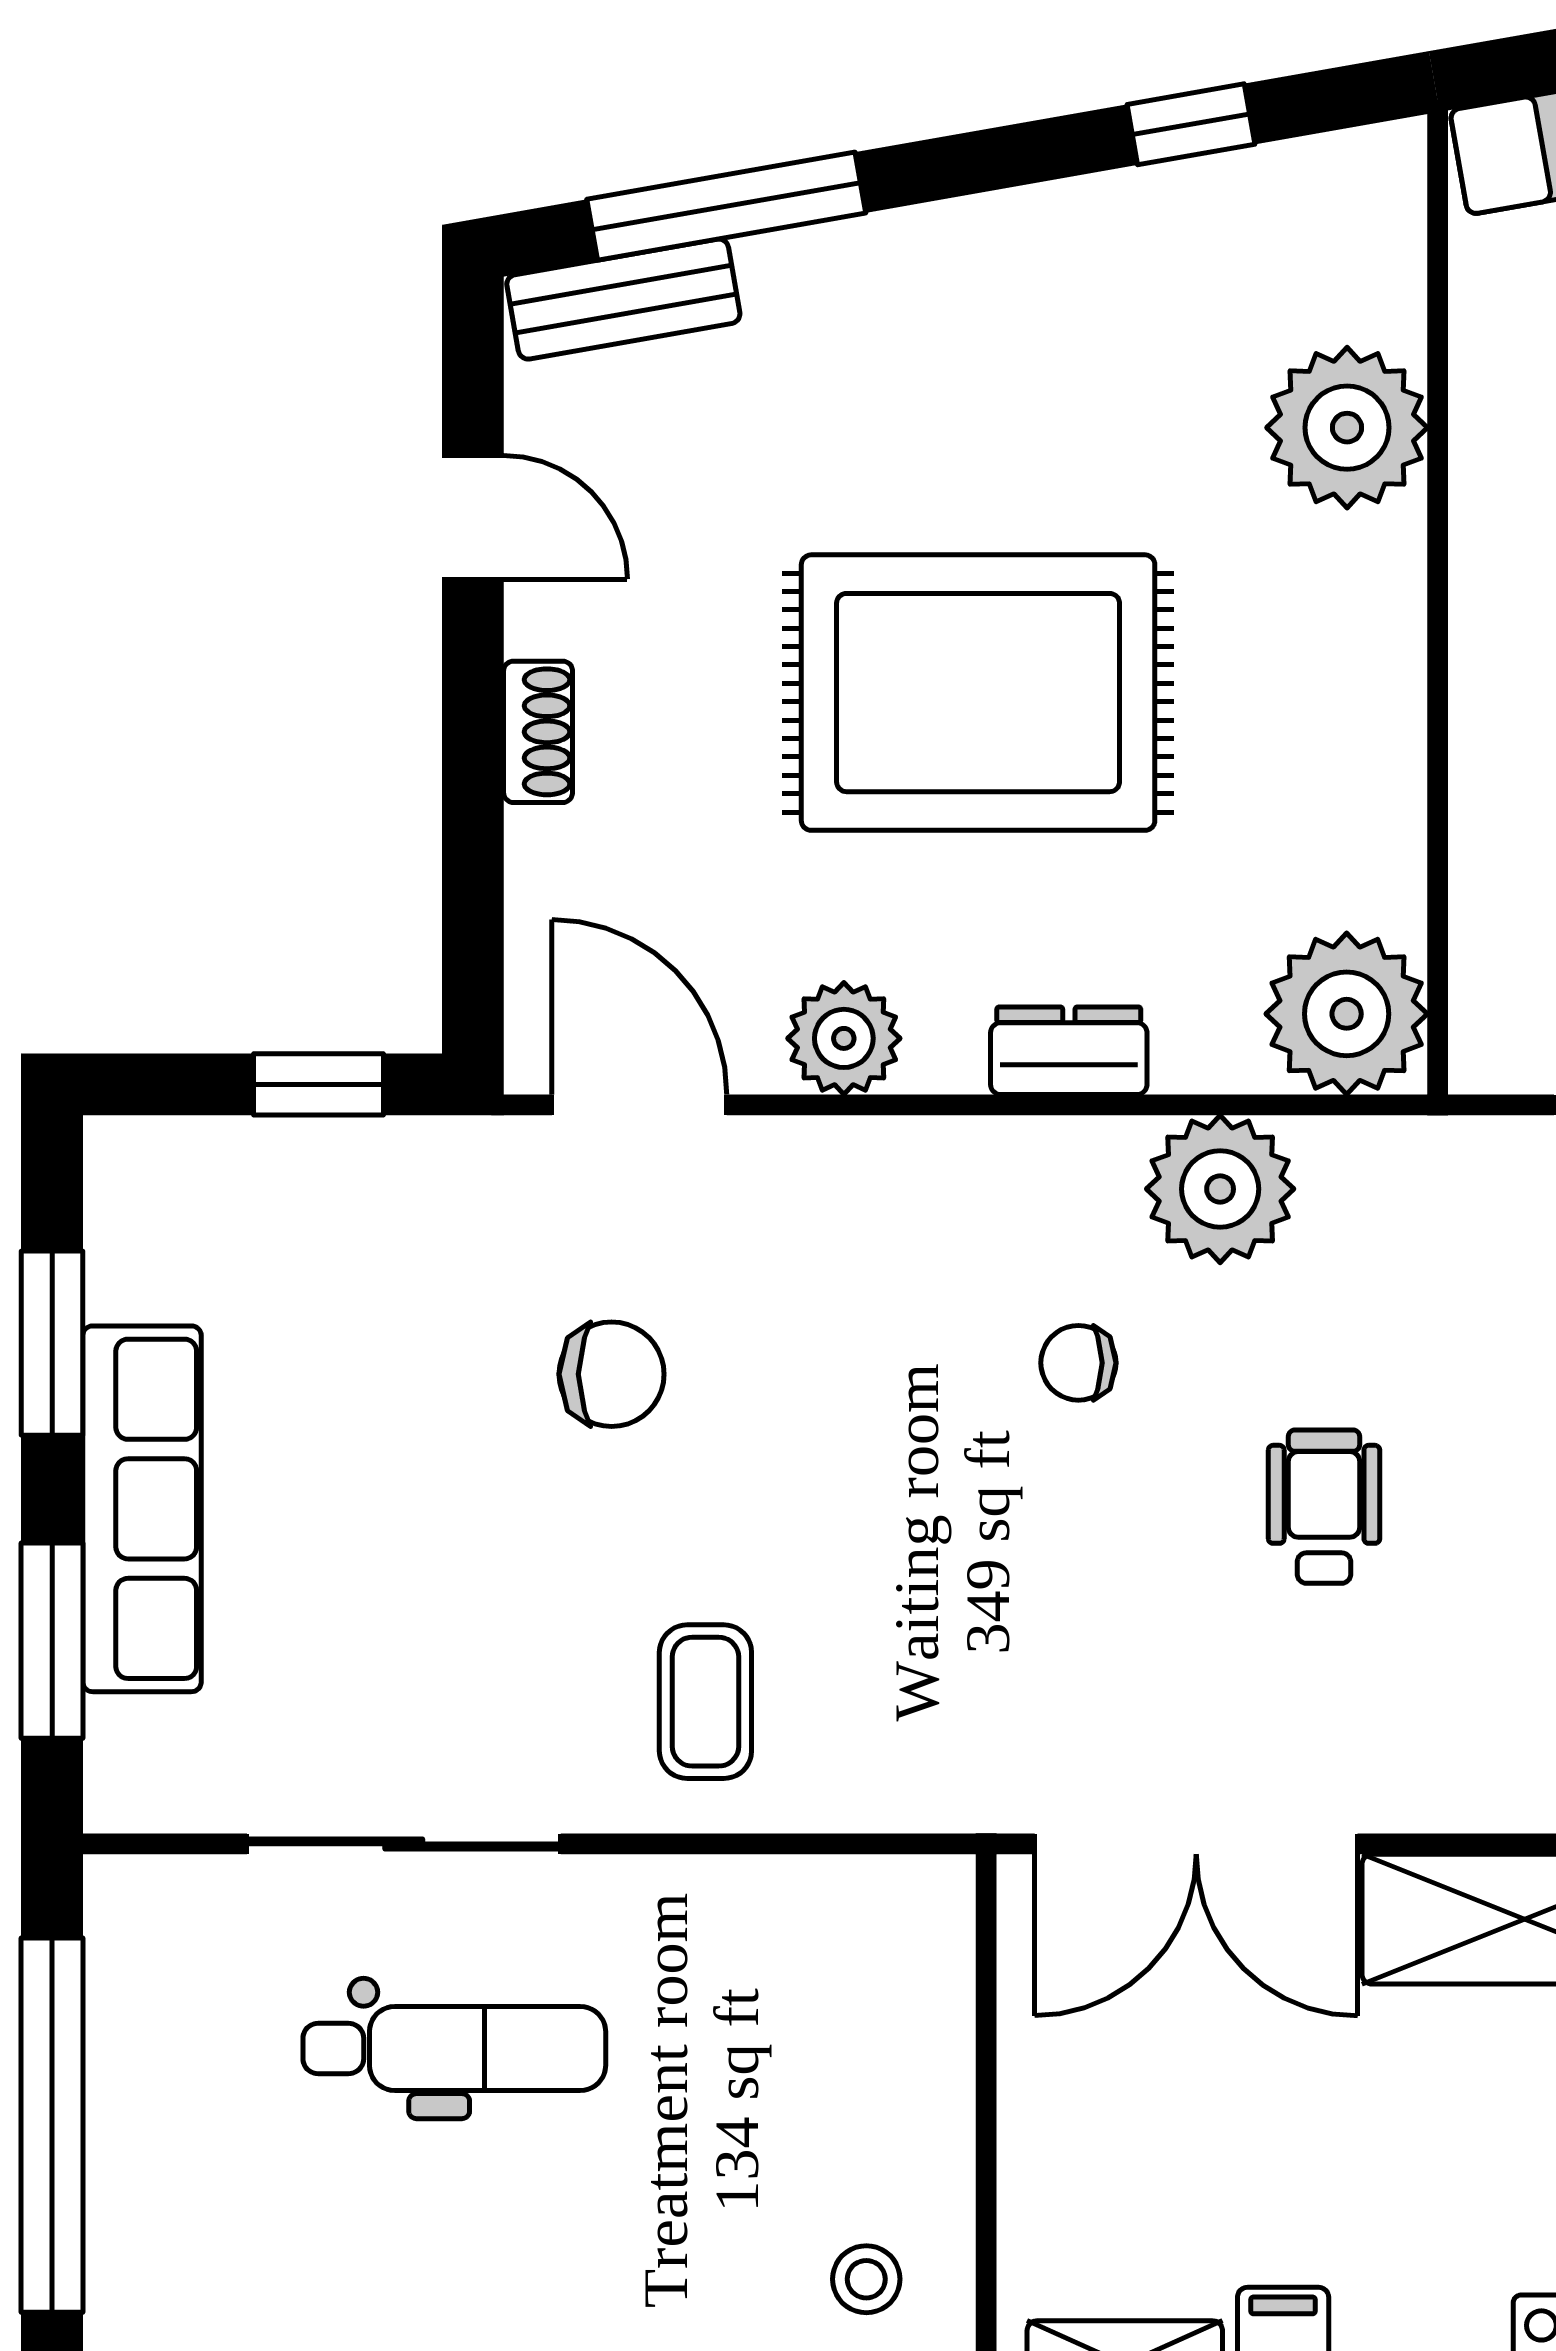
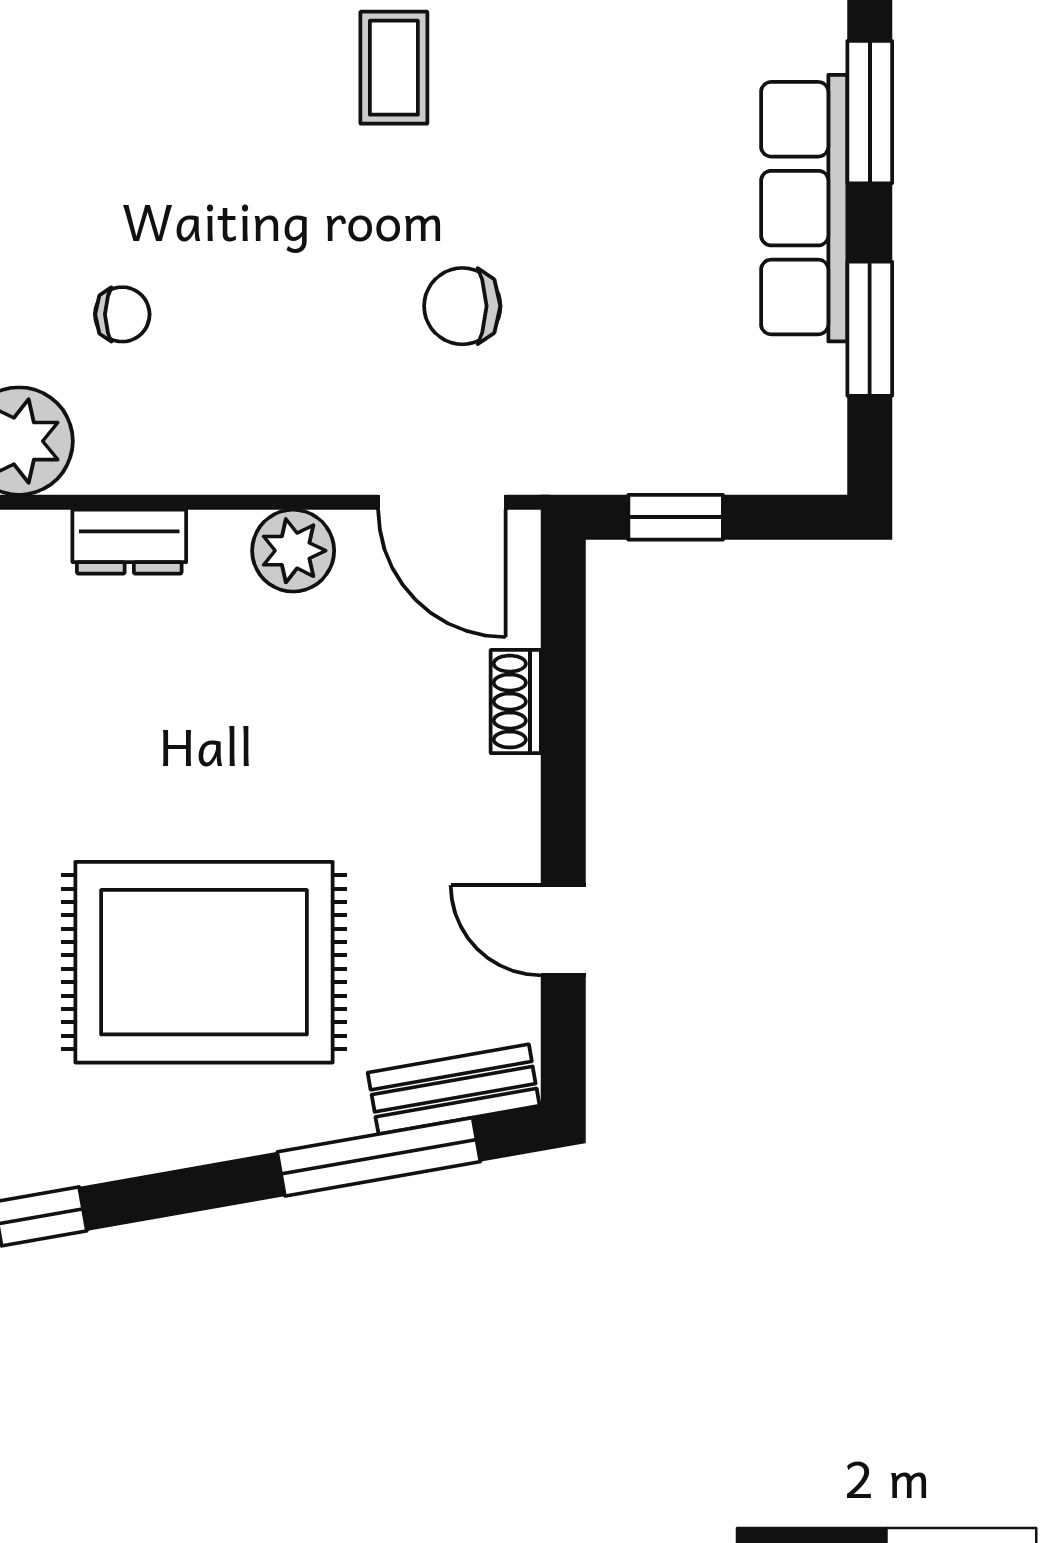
rug: (978, 693) -> (204, 962), moved
shoe rack: (538, 732) -> (516, 702), moved

